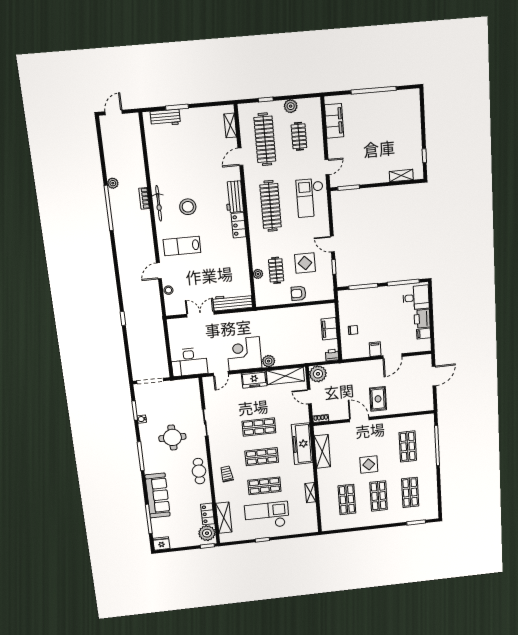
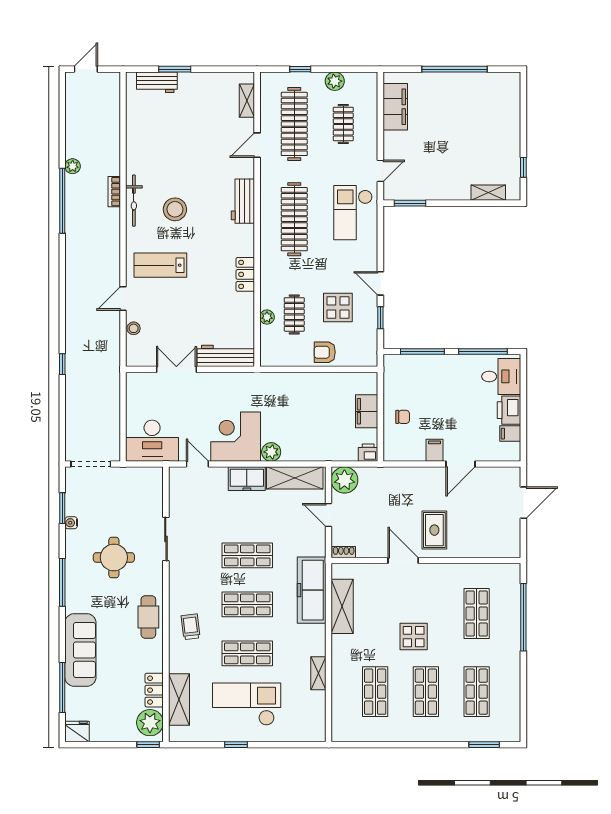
locker: (239, 225) -> (245, 274), moved
door: (221, 374) -> (197, 464), swing flipped

